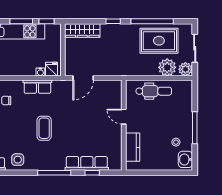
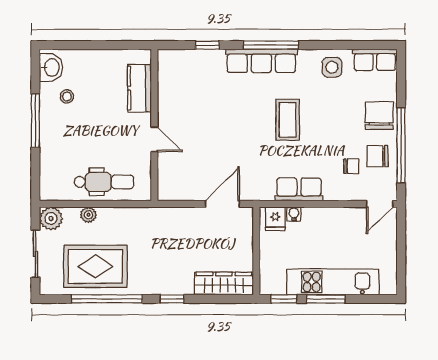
plant: (167, 67) -> (88, 215), width x0.53, depth x0.53
dental chair: (154, 91) -> (104, 182), turned 180
row of seats: (87, 163) -> (261, 61), moved

